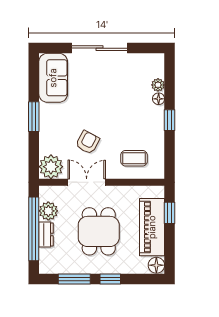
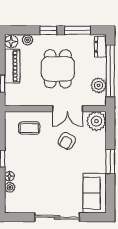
piano: (152, 227) -> (12, 66), width x0.73, depth x0.75
dresser: (46, 235) -> (100, 47), moved
plant: (136, 267) -> (27, 40), added

